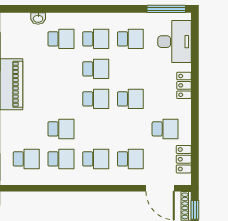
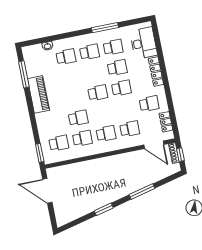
window: (166, 9) -> (105, 28), moved
school desk: (96, 69) -> (117, 68), moved
locker: (184, 85) -> (156, 72), width x1.53

